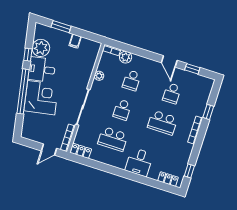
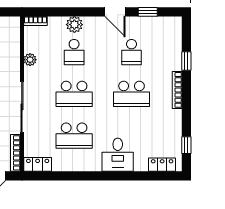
plant: (126, 57) -> (74, 25), moved
school desk: (122, 110) -> (74, 94), width x1.85

